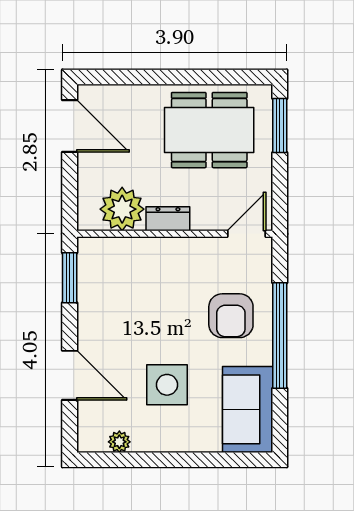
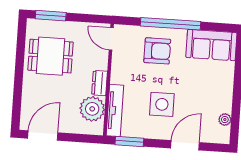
dining table: (209, 130) -> (50, 56), width x0.73
tv unit: (122, 249) -> (115, 110), added
side table: (167, 385) -> (162, 104), moved

